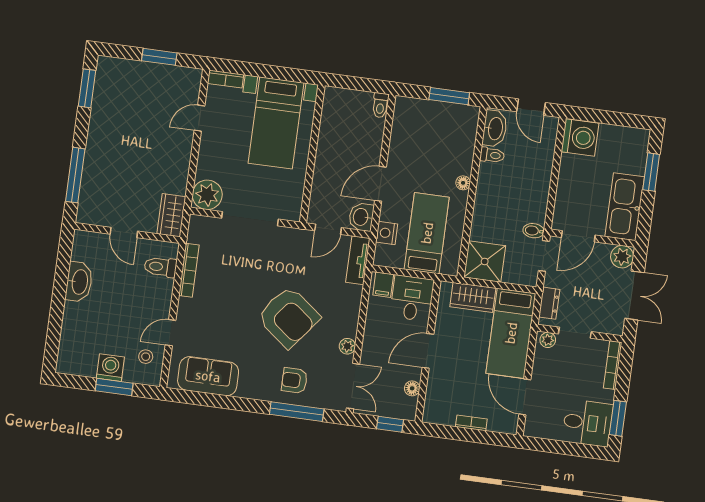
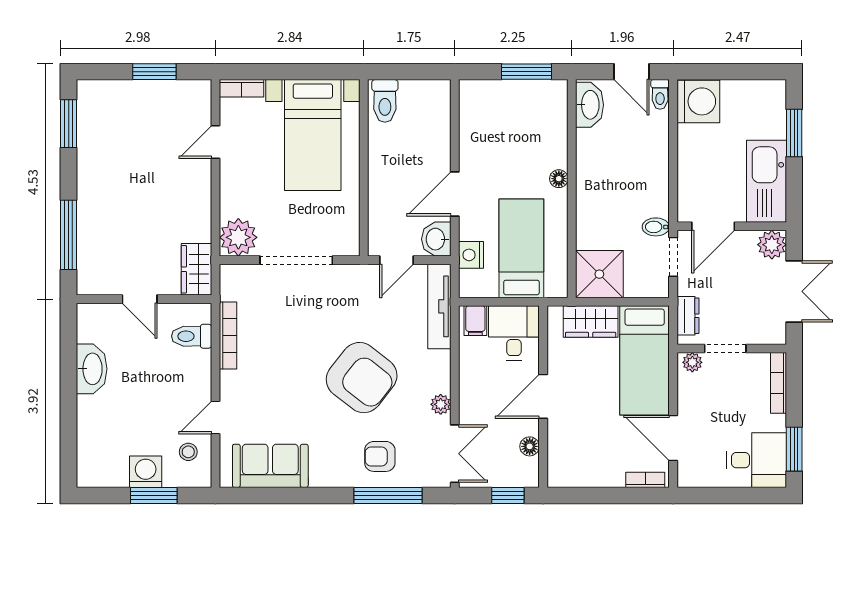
toilet: (380, 105) -> (385, 101), moved, width x1.37, depth x1.39
toilet: (492, 155) -> (660, 94), moved, turned 90
tv unit: (358, 260) -> (439, 306), width x1.41
bookcase: (471, 423) -> (645, 480), moved

